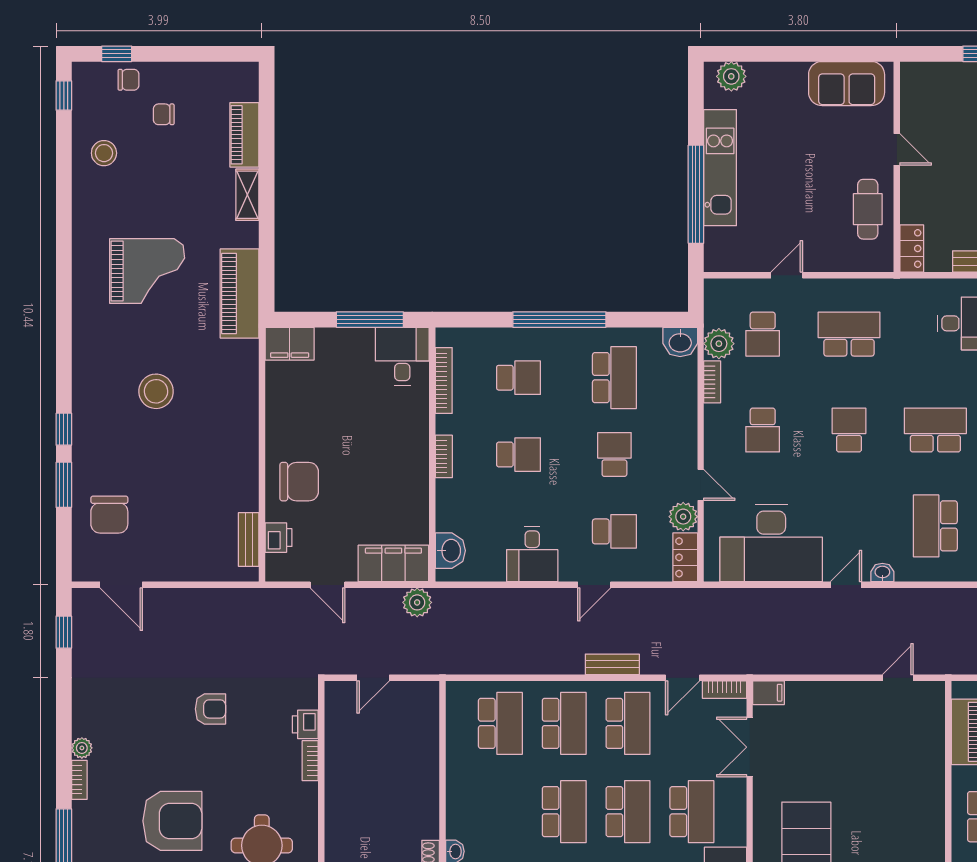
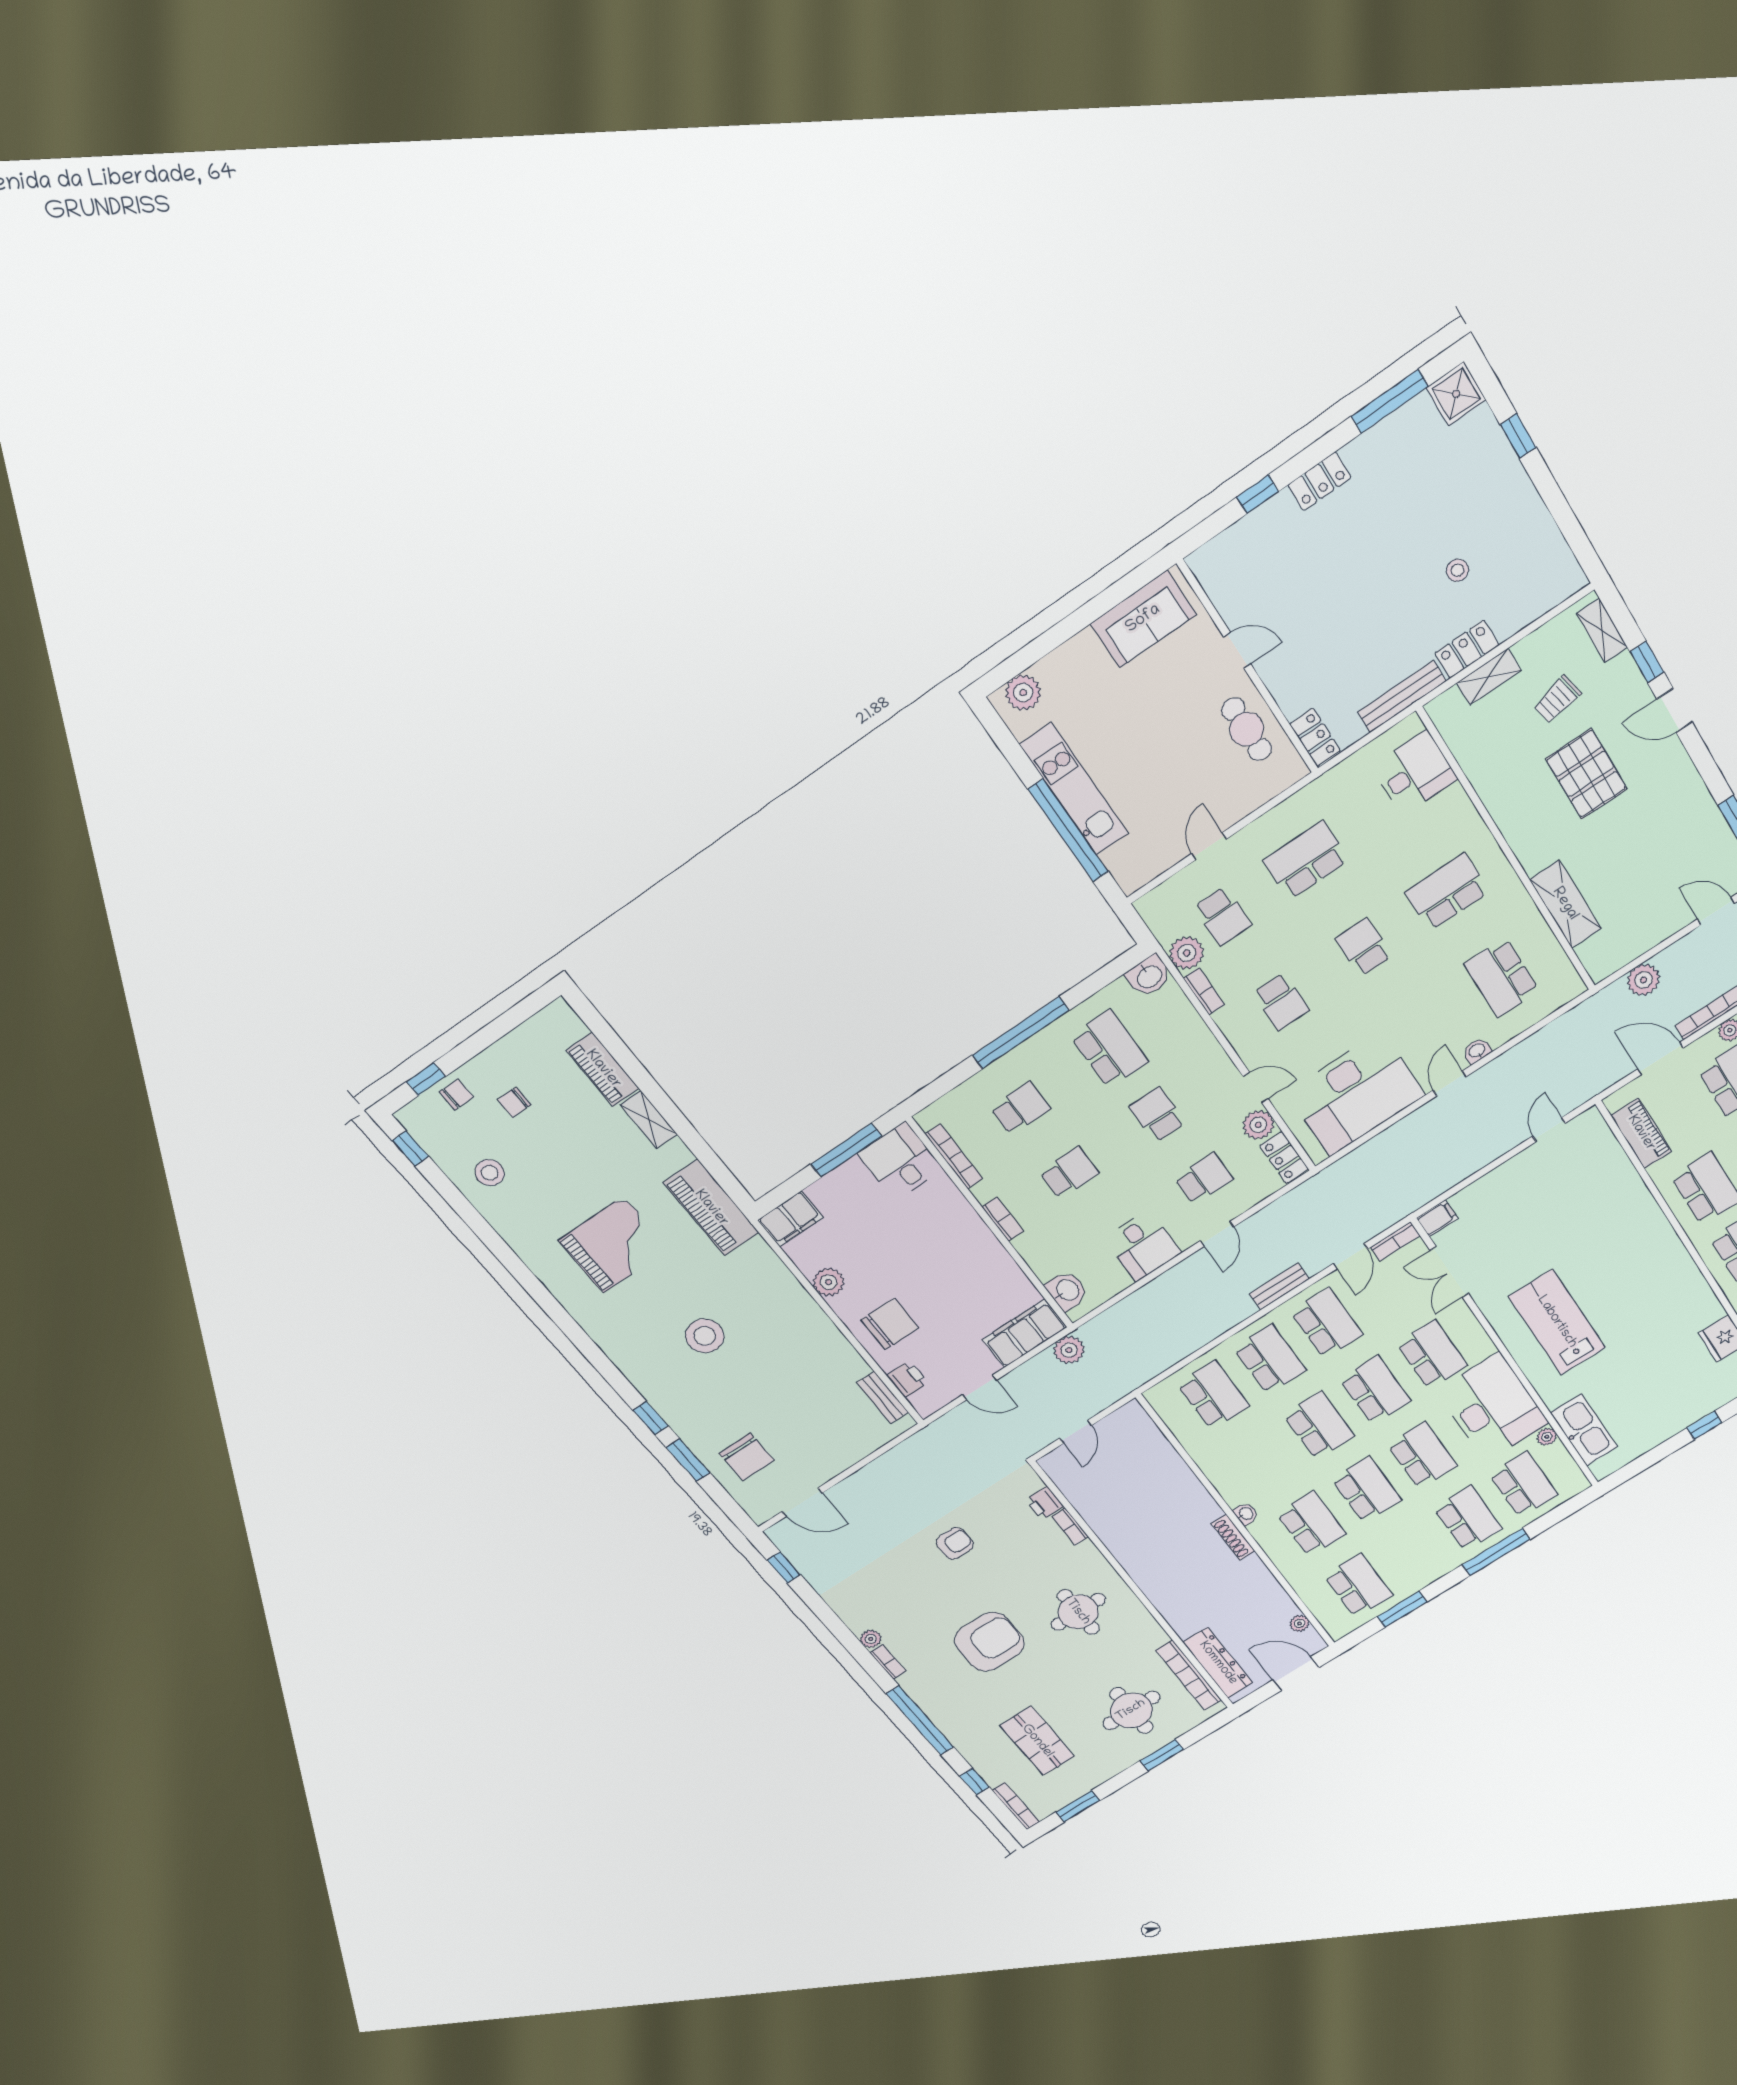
plant: (279, 414) -> (829, 1282), added

